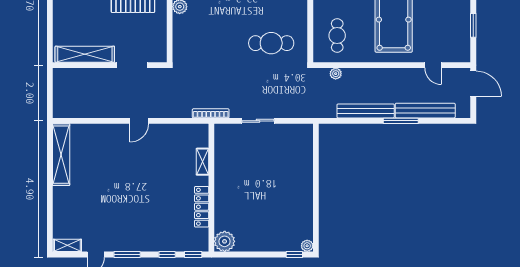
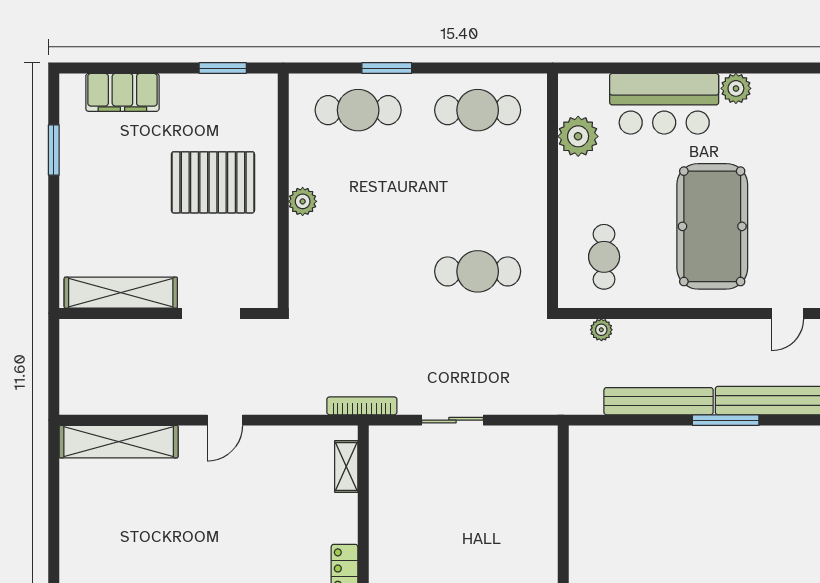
door: (433, 65) -> (788, 313), hinge flipped
shelving: (61, 155) -> (119, 442), moved, turned 90
shelving: (203, 162) -> (346, 466), moved

